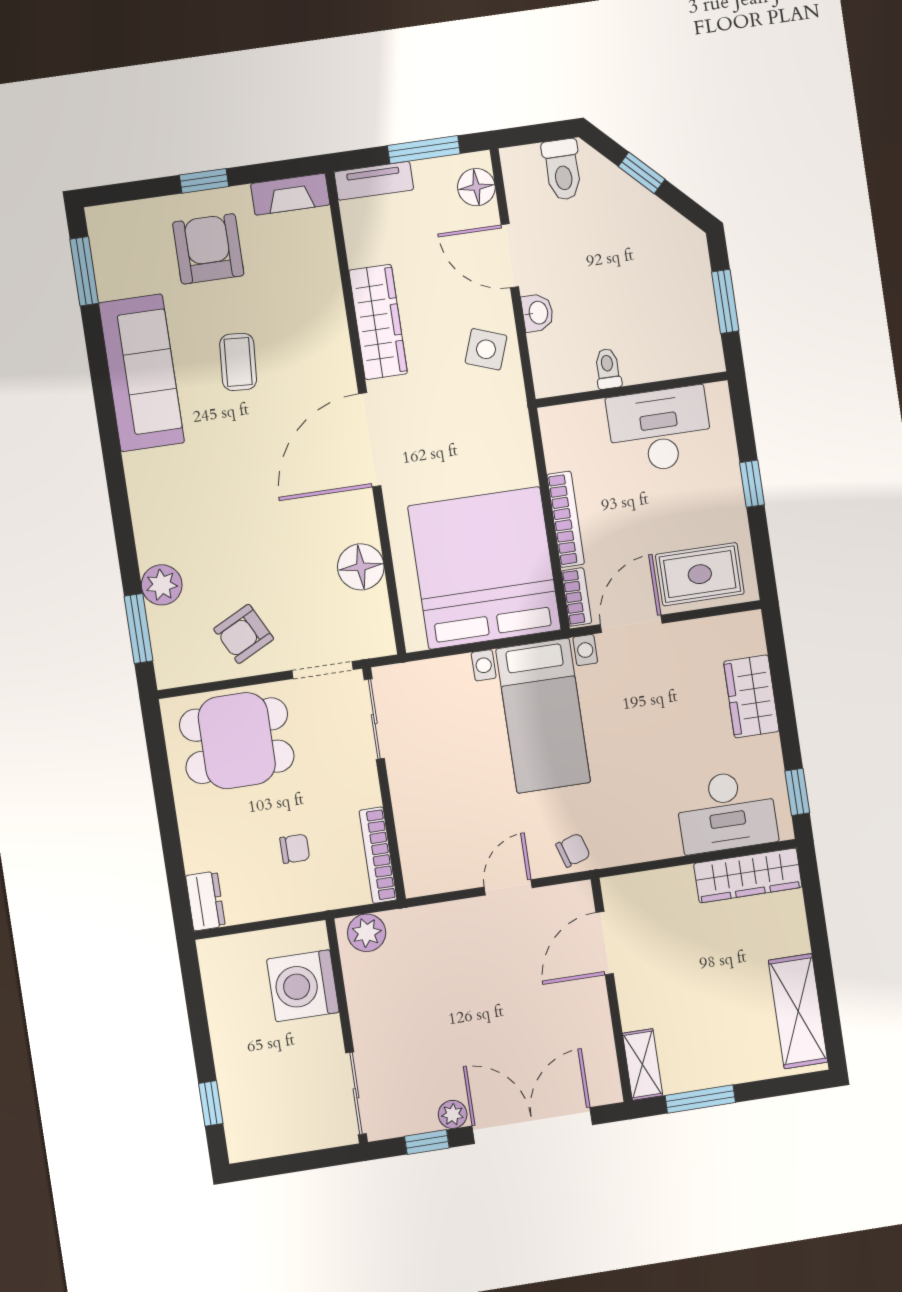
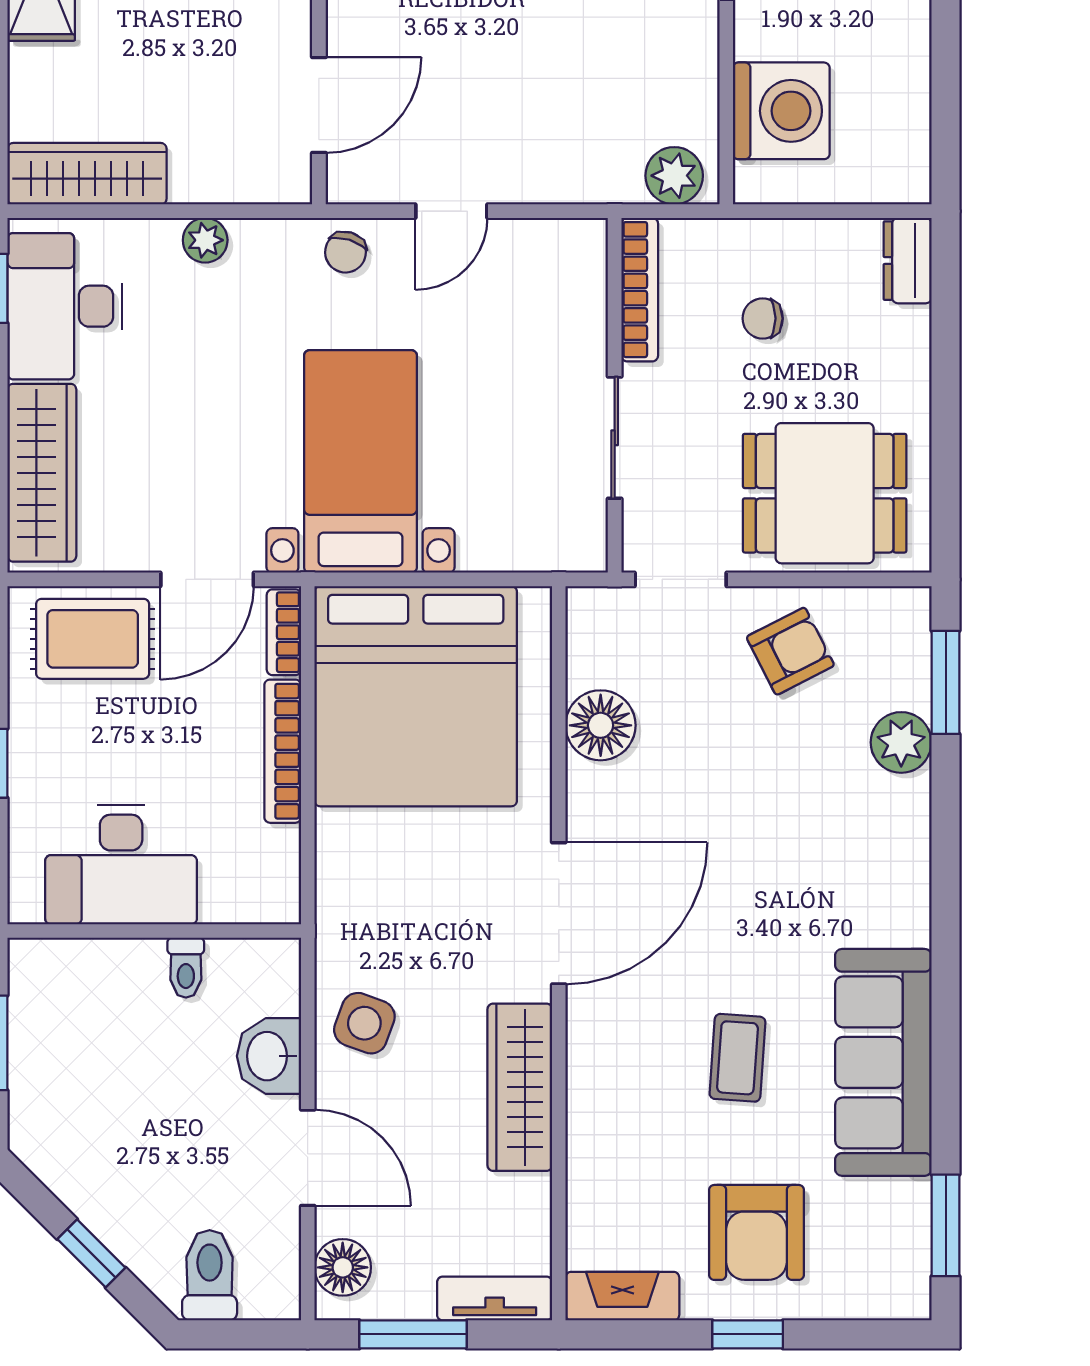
washbasin: (538, 313) -> (269, 1056), width x1.38, depth x1.45
wardrobe: (751, 696) -> (42, 473), width x1.50
sliding door: (374, 719) -> (615, 438), moved
desk: (726, 811) -> (65, 306), moved, turned -90
plant: (665, 844) -> (205, 240), added
chair: (573, 850) -> (345, 252), turned -56

